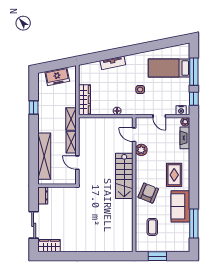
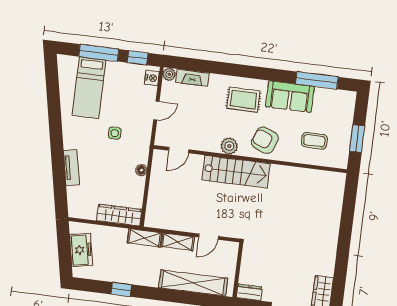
plant: (141, 150) -> (229, 146), moved

